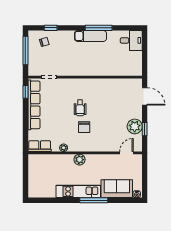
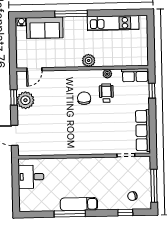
desk: (131, 40) -> (31, 177), moved
window: (25, 92) -> (152, 91), moved
row of seats: (34, 105) -> (143, 130), width x0.73
wheelchair: (80, 108) -> (106, 93), moved
kitchen unit: (78, 191) -> (113, 23), moved

